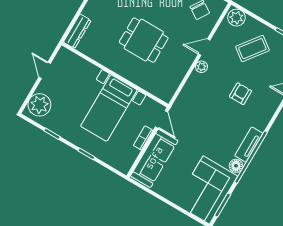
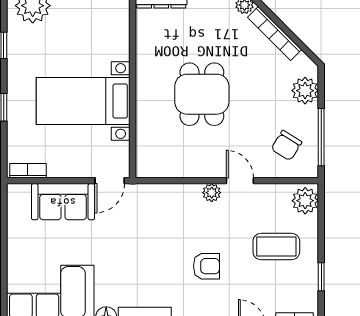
coffee table: (252, 49) -> (276, 247), turned -37
bookcase: (143, 138) -> (28, 171), moved
sofa: (154, 158) -> (63, 202), width x0.73

